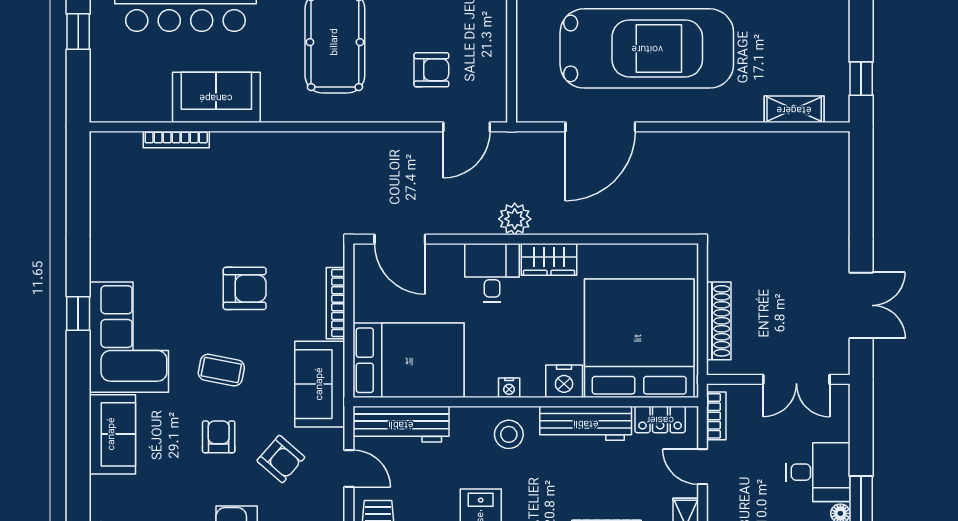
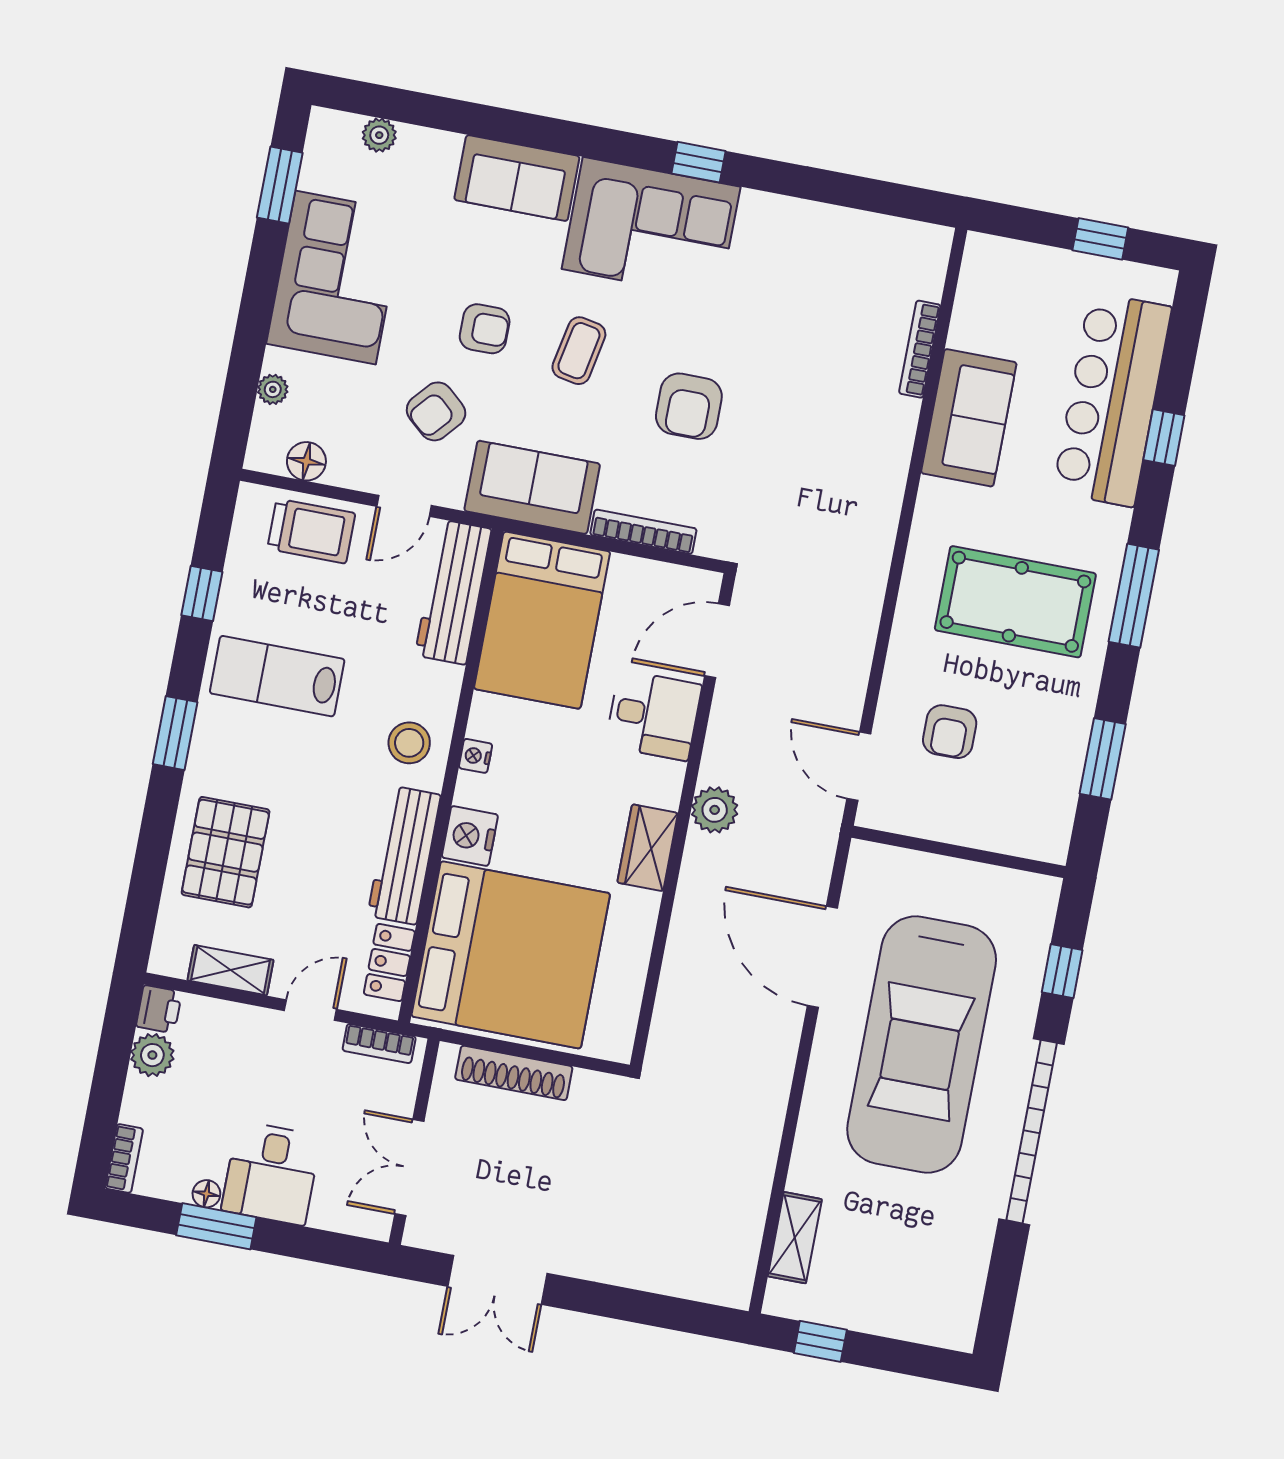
desk: (492, 273) -> (653, 715), moved

